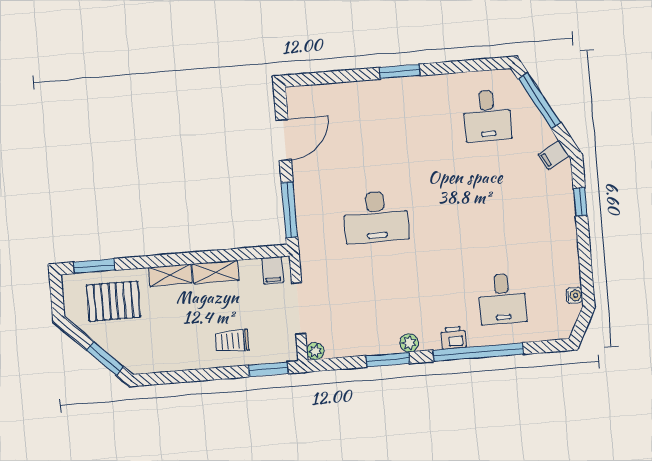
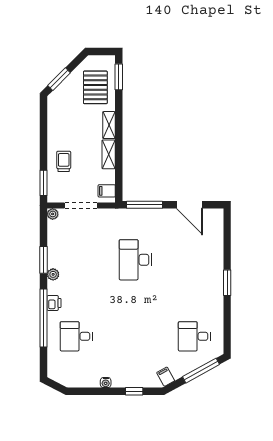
water cooler: (574, 295) -> (106, 383), moved

